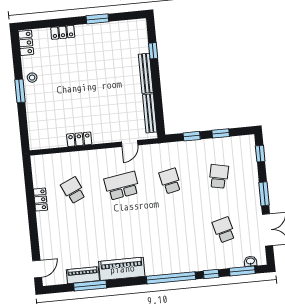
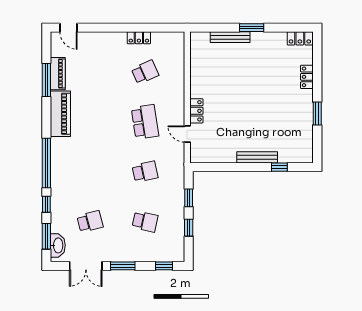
stool: (32, 78) -> (264, 41), removed
bench: (150, 113) -> (230, 37), moved
locker: (79, 139) -> (196, 111), moved
washbasin: (250, 261) -> (58, 245), width x1.91, depth x1.45

